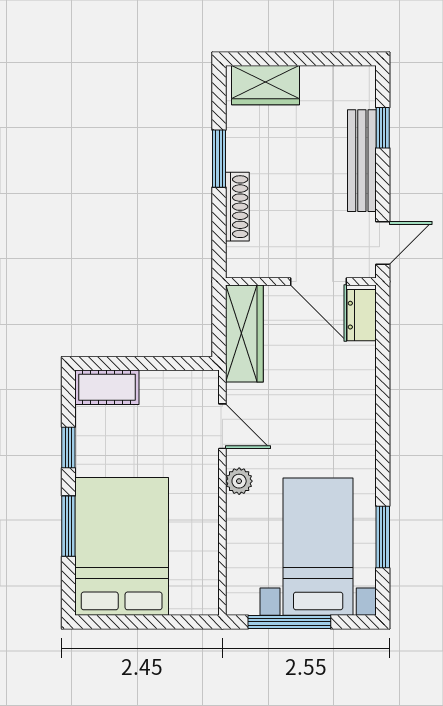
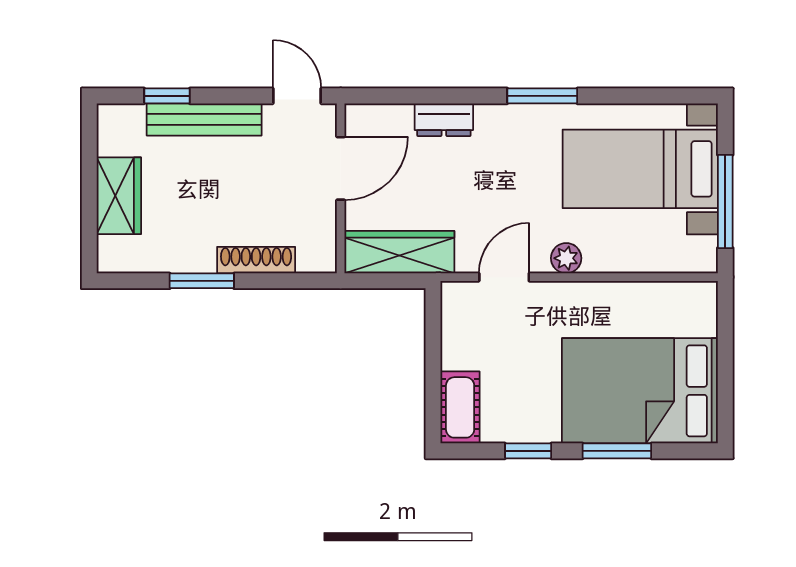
wardrobe: (265, 85) -> (119, 196), moved
dresser: (362, 315) -> (444, 120), moved
window: (383, 537) -> (542, 96), moved

